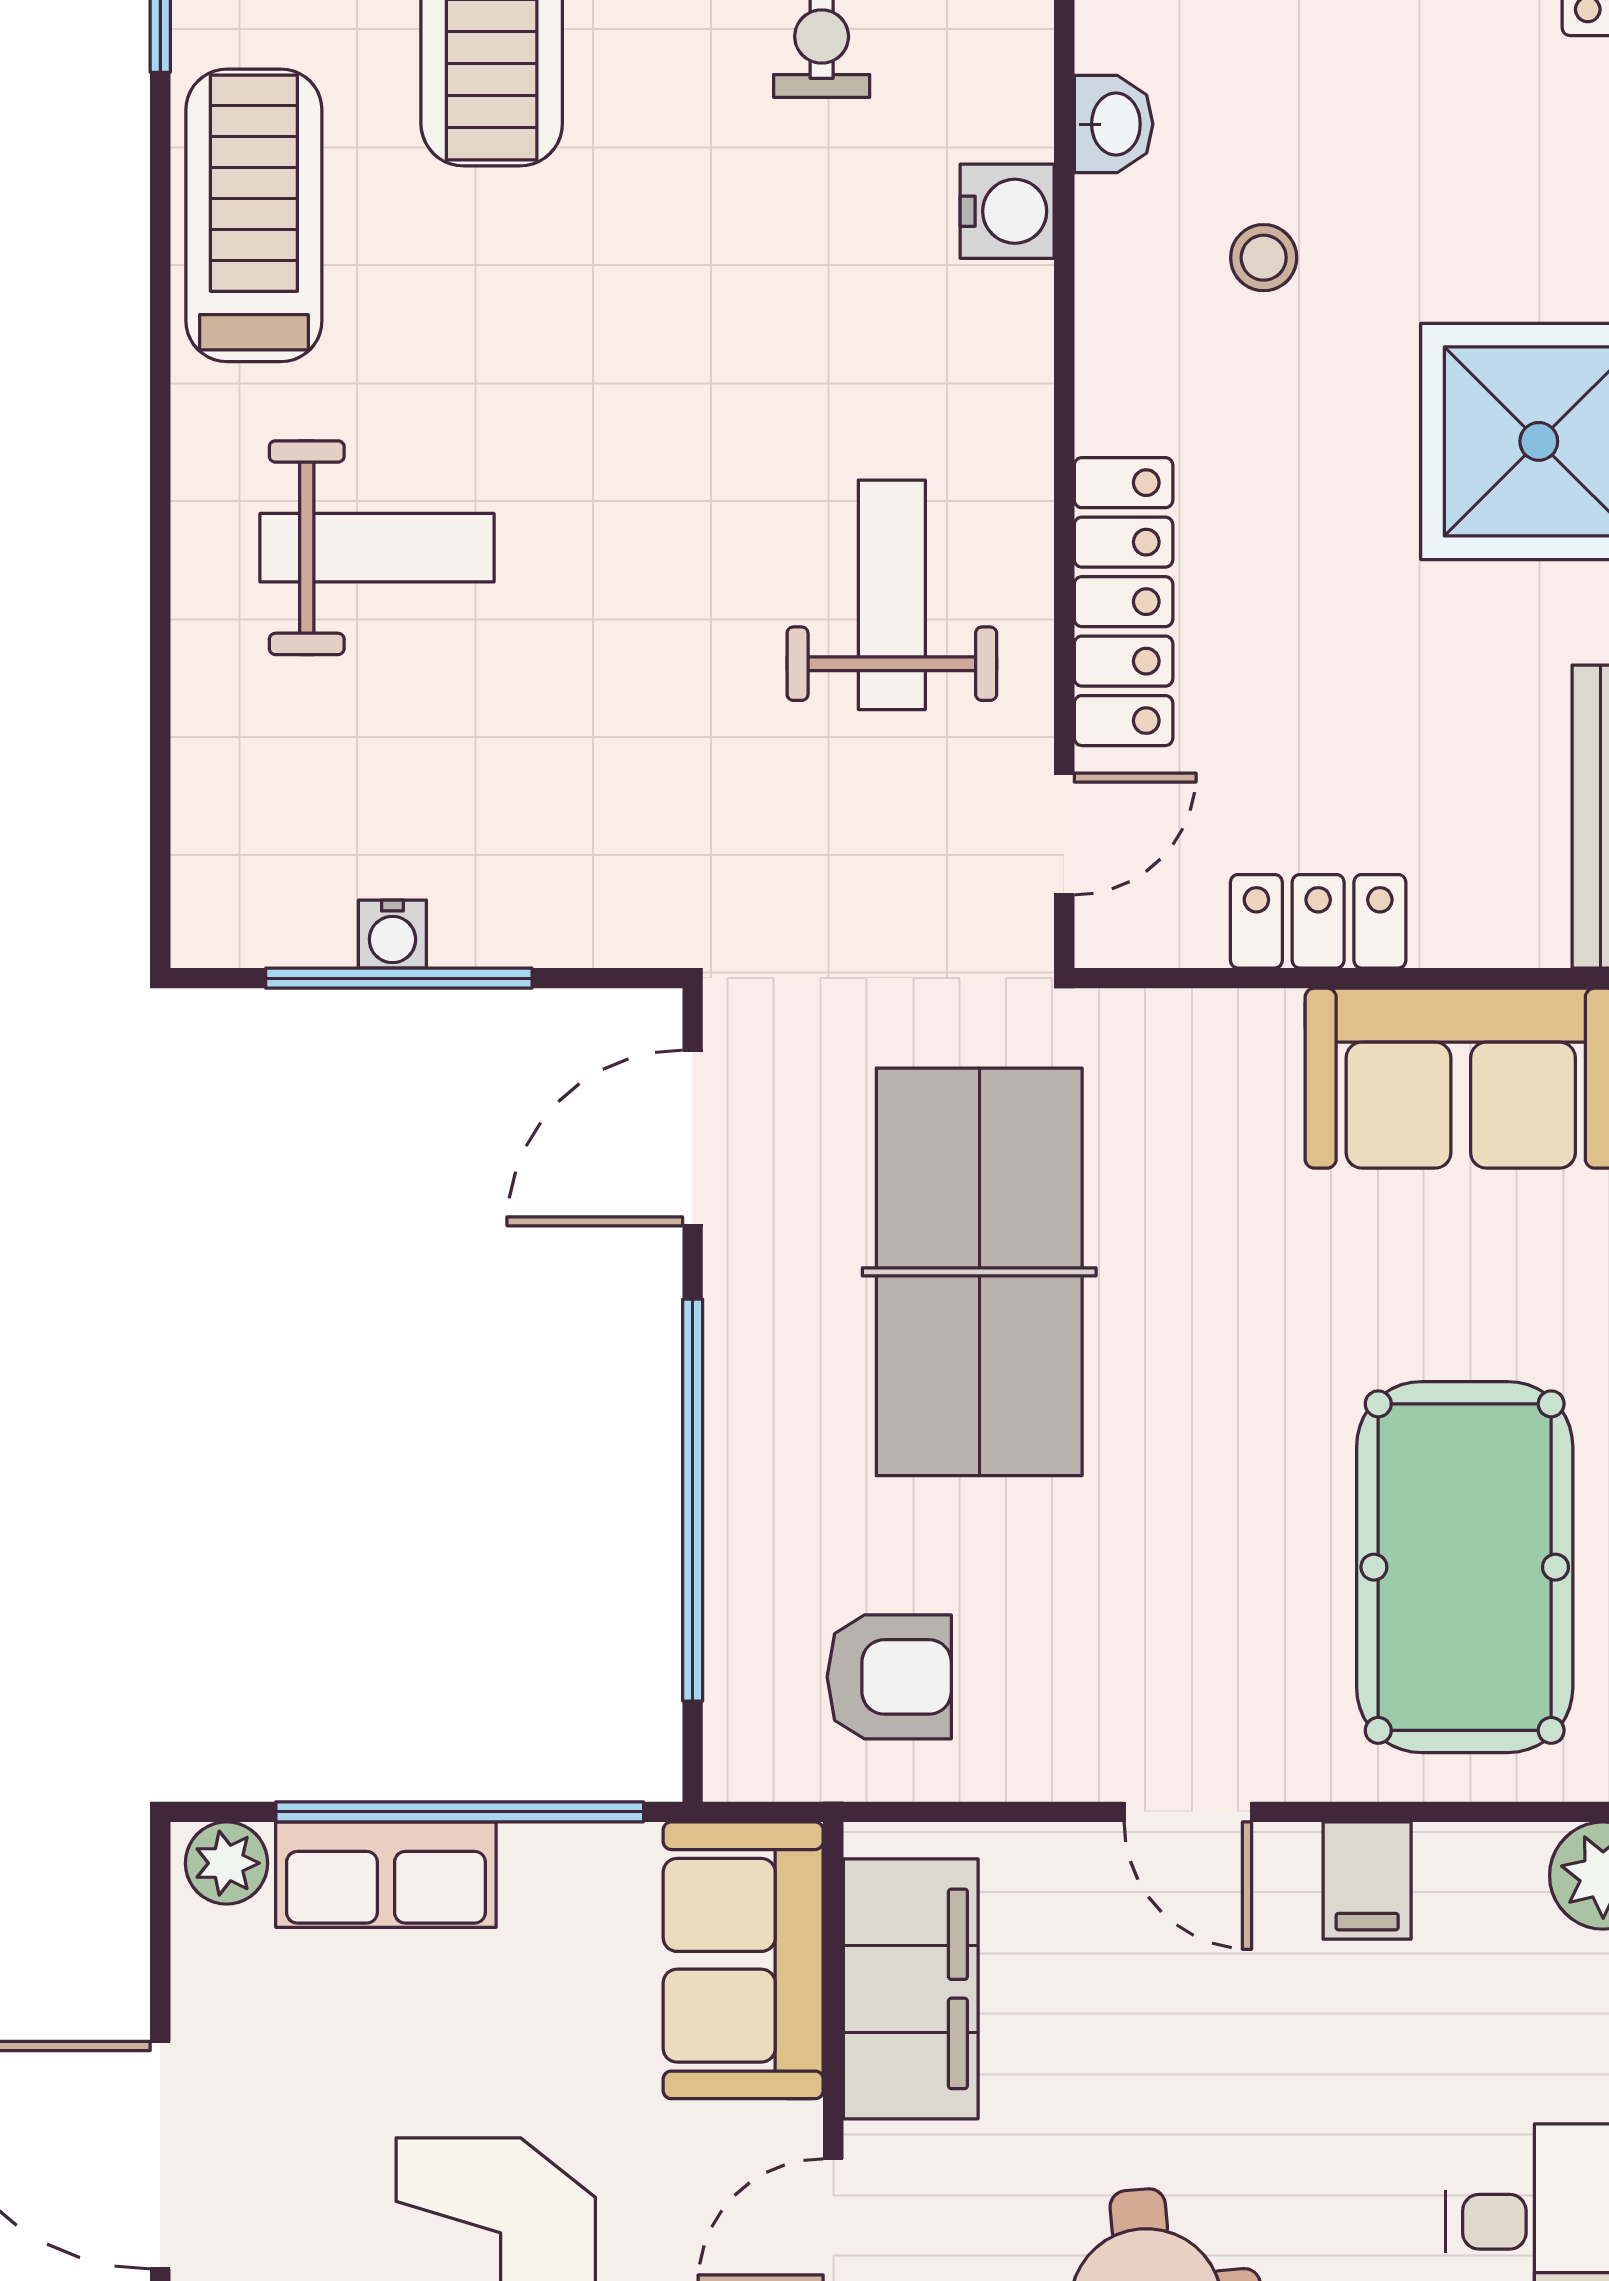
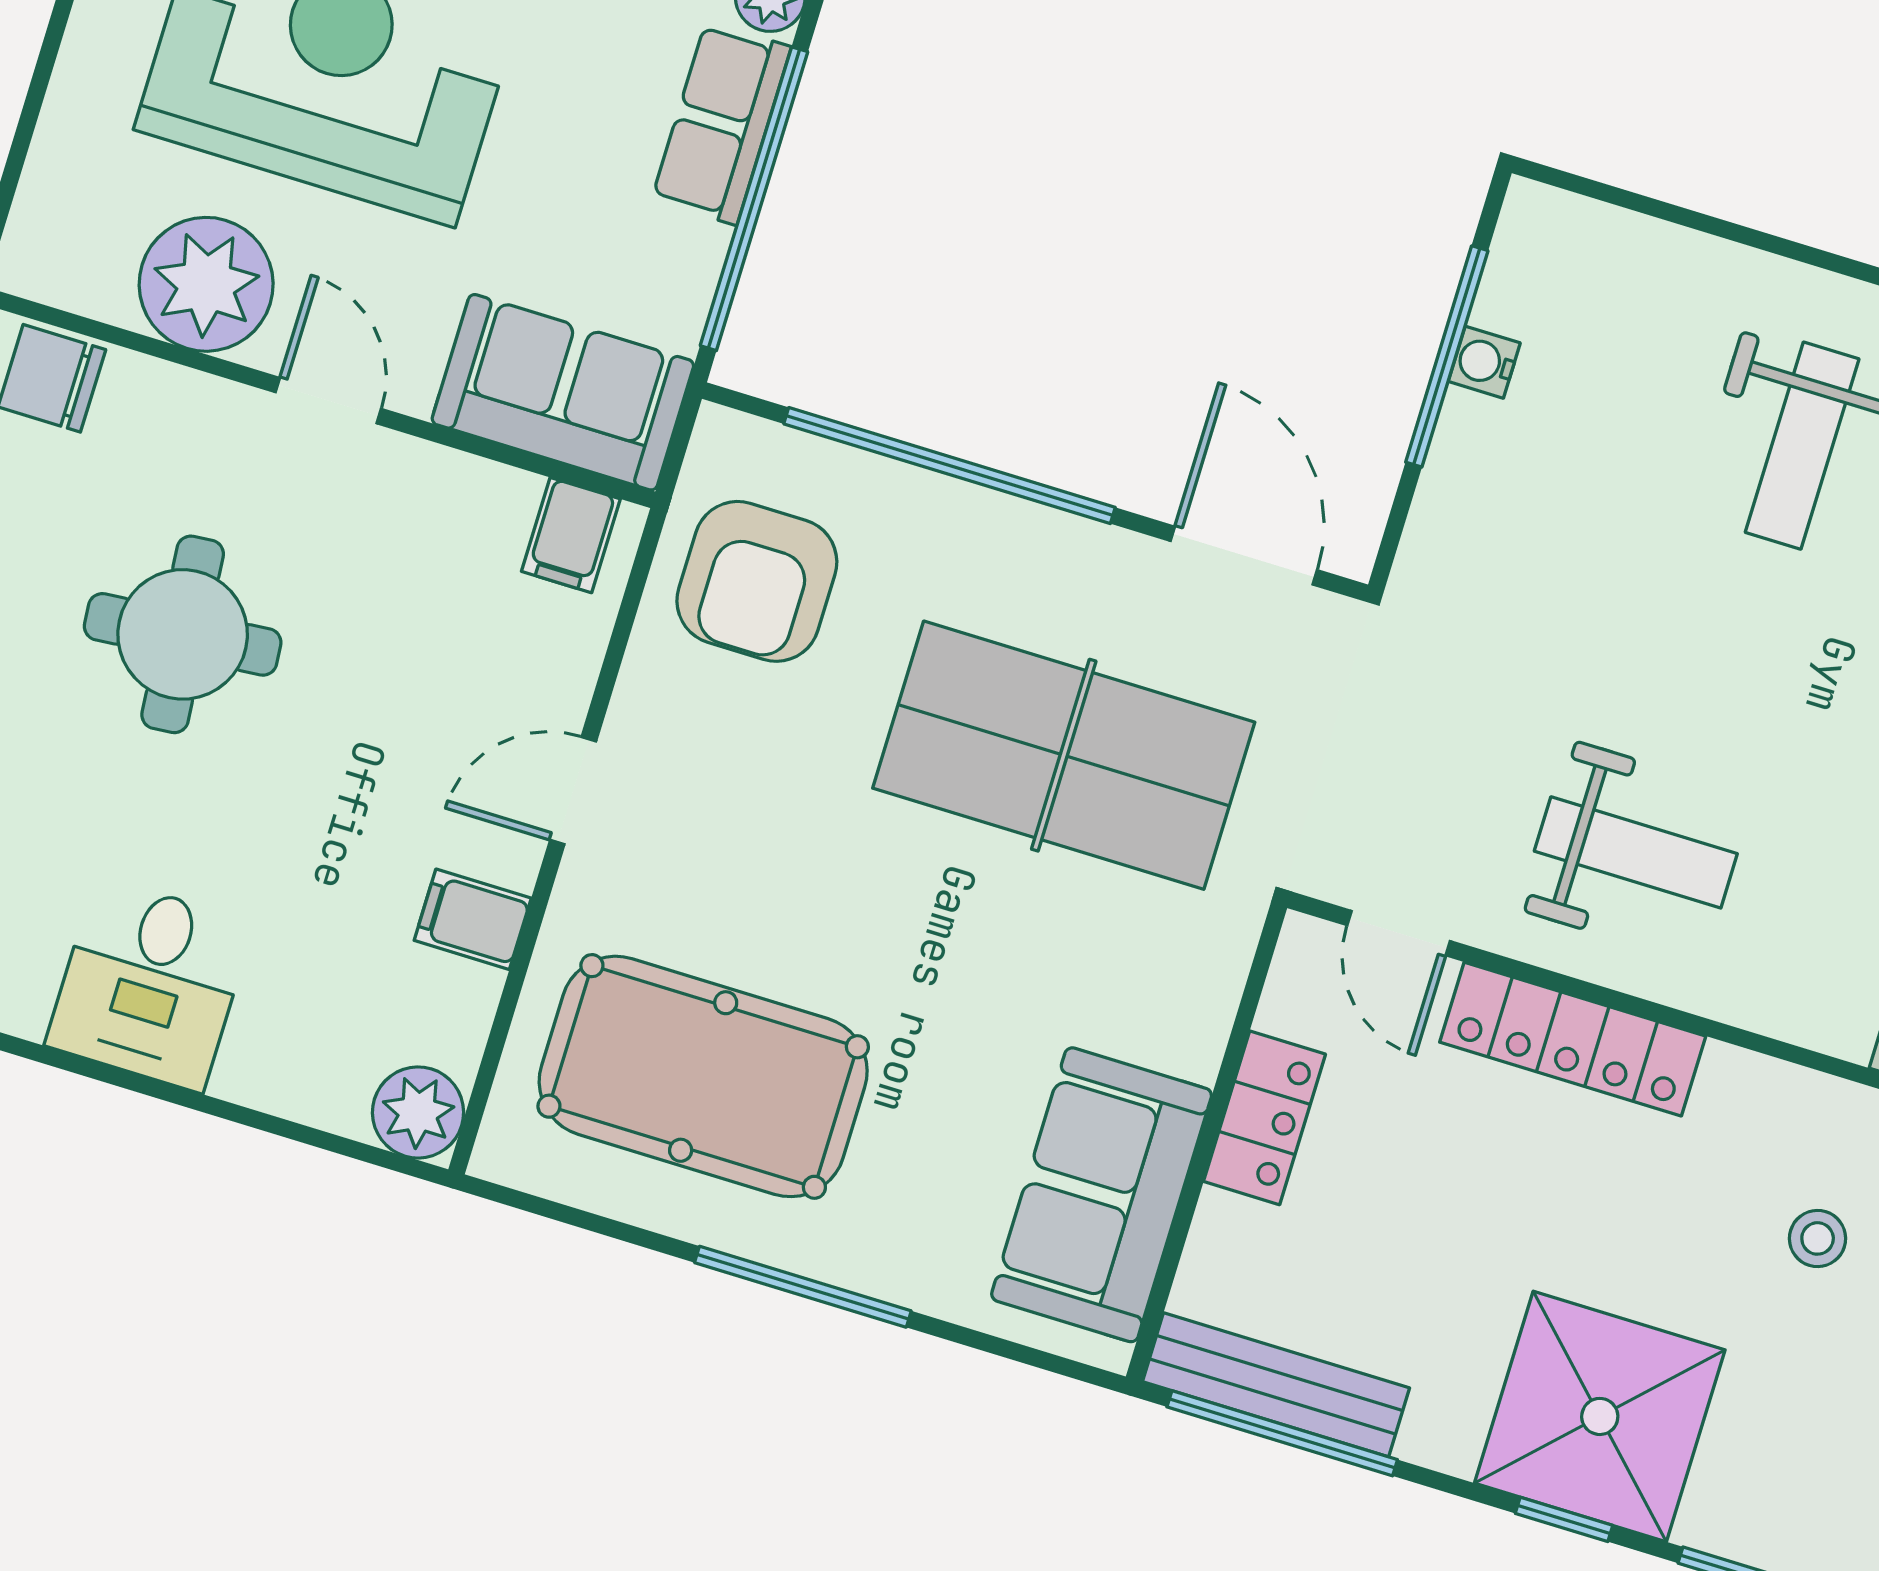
armchair: (889, 1677) -> (757, 581), width x1.38, depth x1.38
filing cabinet: (911, 1989) -> (571, 535), width x0.33, depth x0.86

